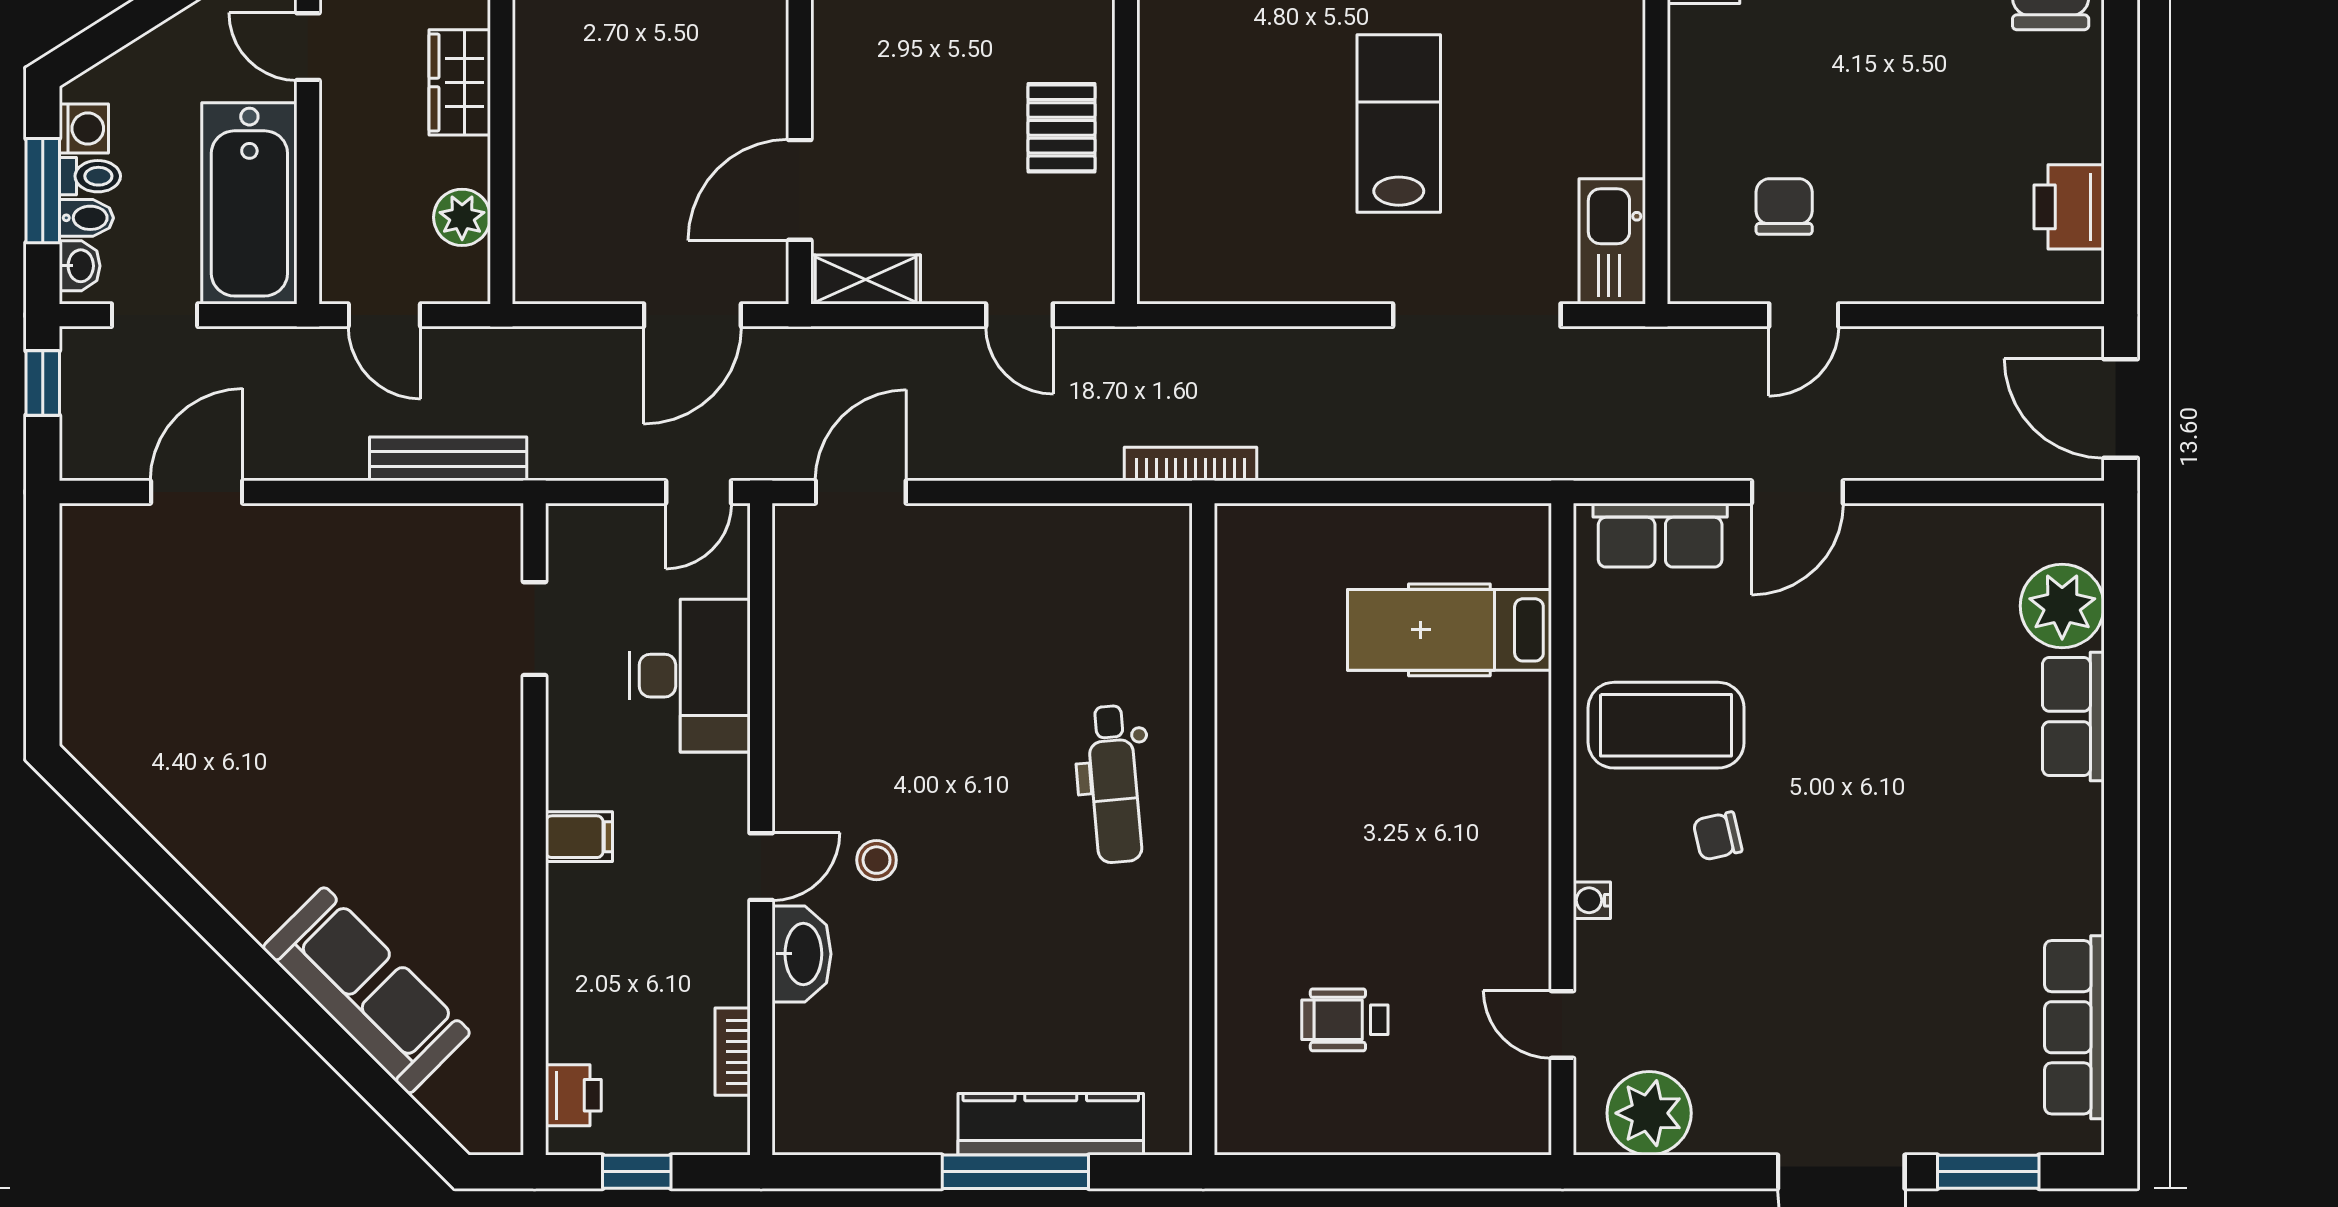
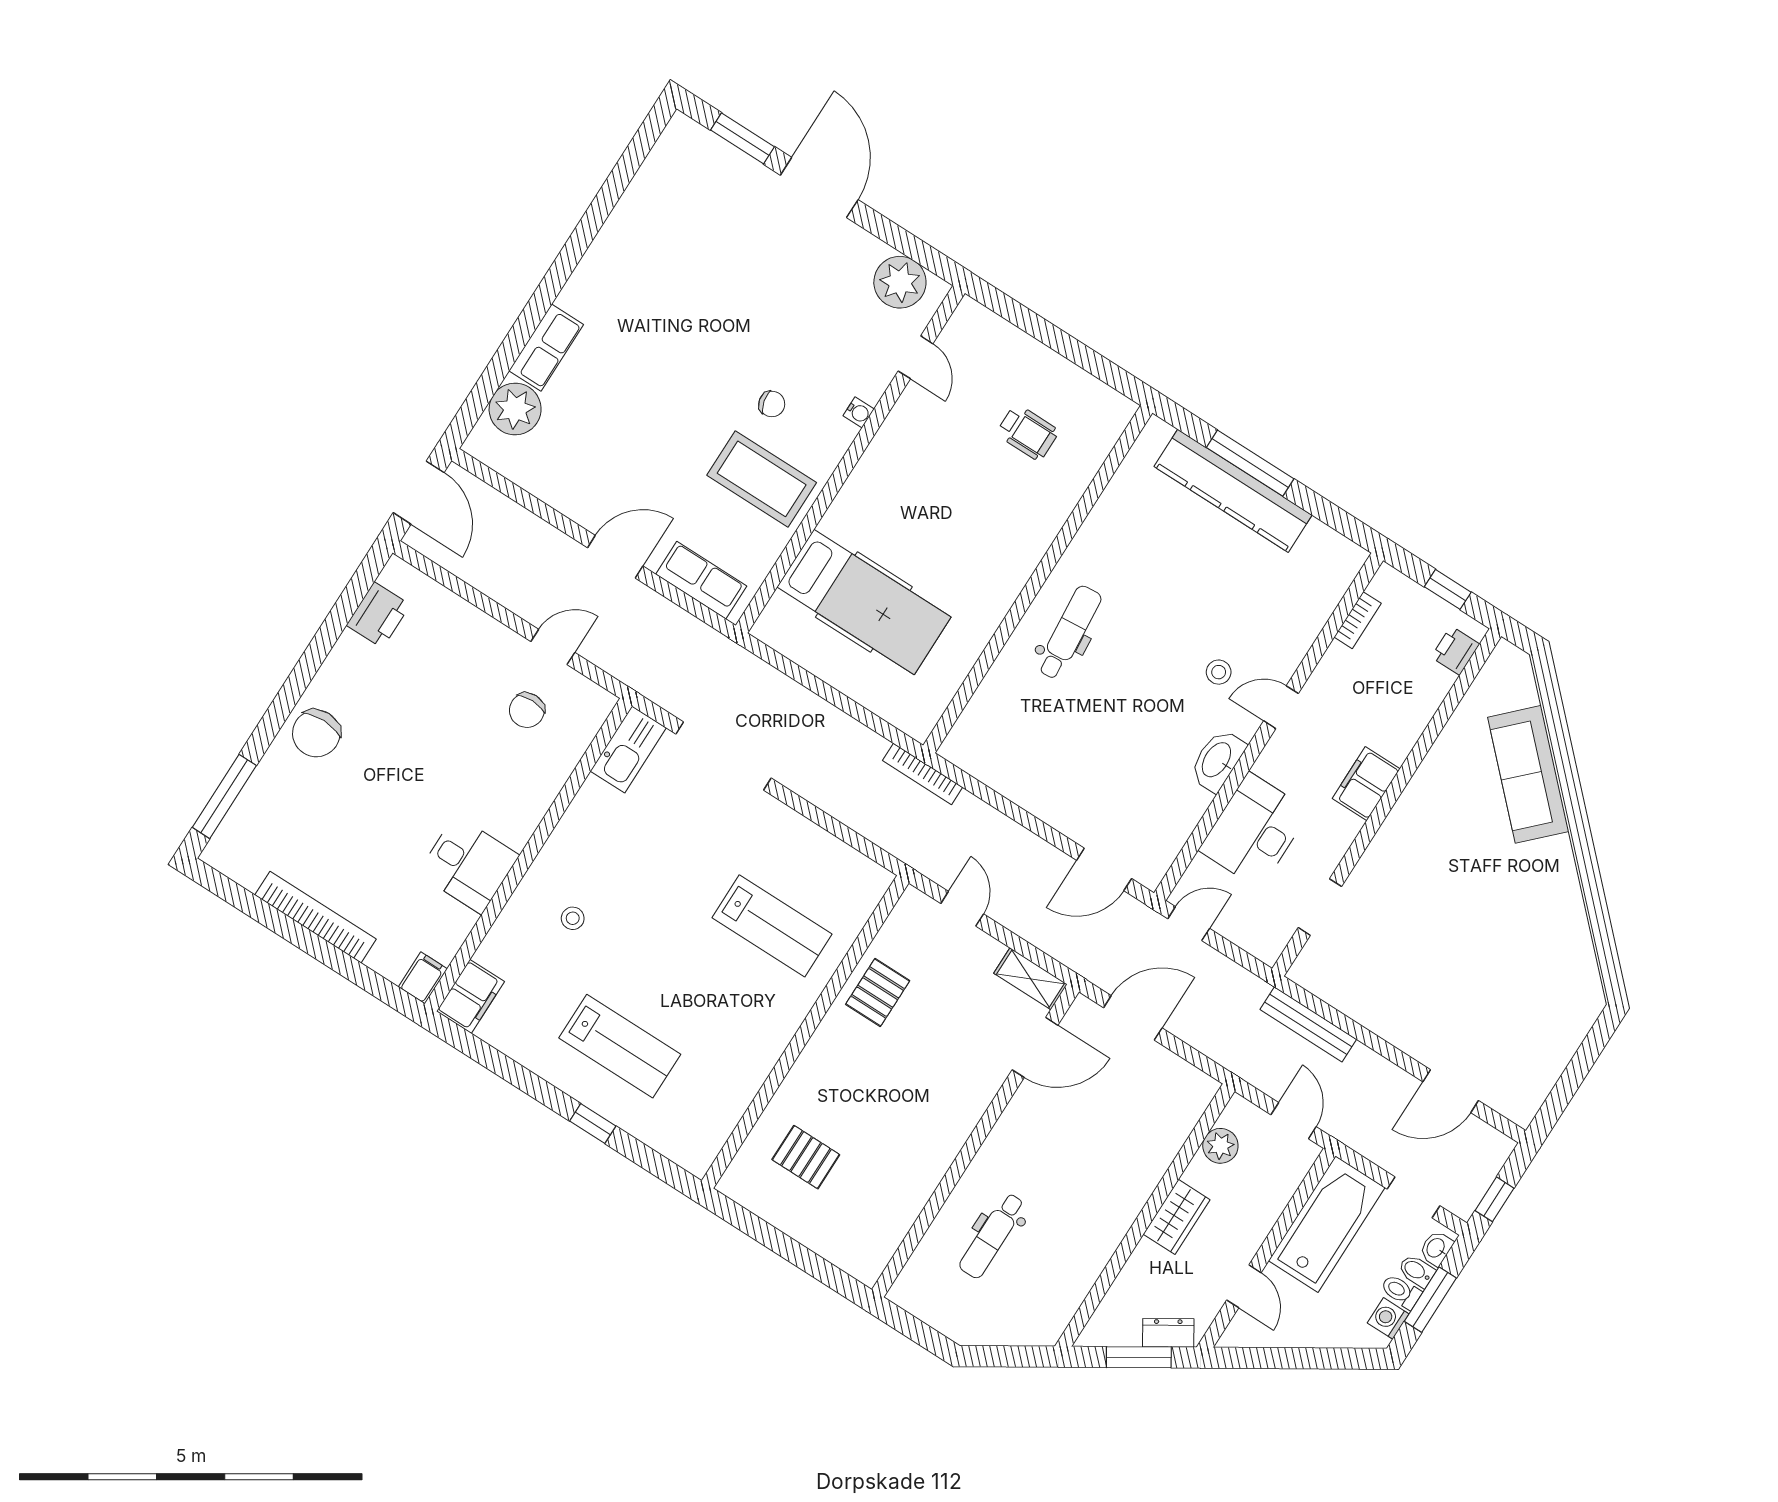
lab bench: (1399, 124) -> (772, 926), moved, turned -90
hospital bed: (1449, 630) -> (864, 602), width x1.37, depth x1.29
filing cabinet: (579, 837) -> (1366, 784), width x2.00
washbasin: (802, 954) -> (1217, 760), moved
row of seats: (2074, 1027) -> (649, 185), removed
kitchen counter: (1051, 1124) -> (1233, 491), width x1.39, depth x1.17

